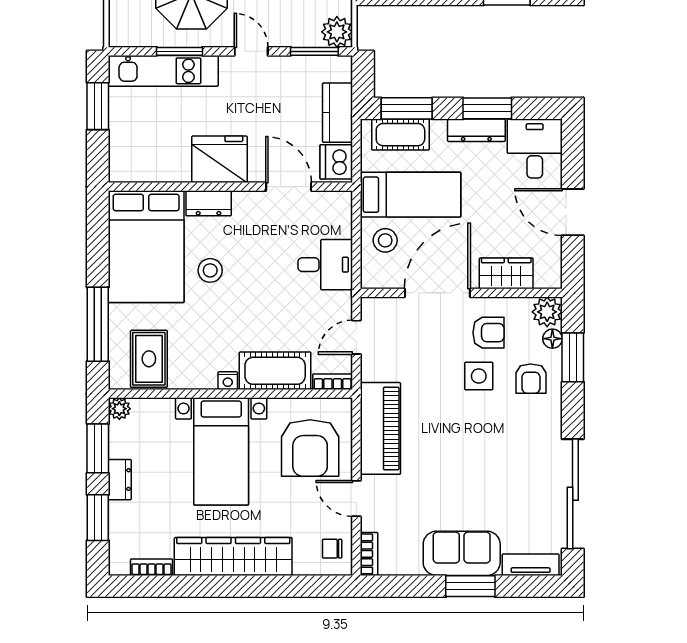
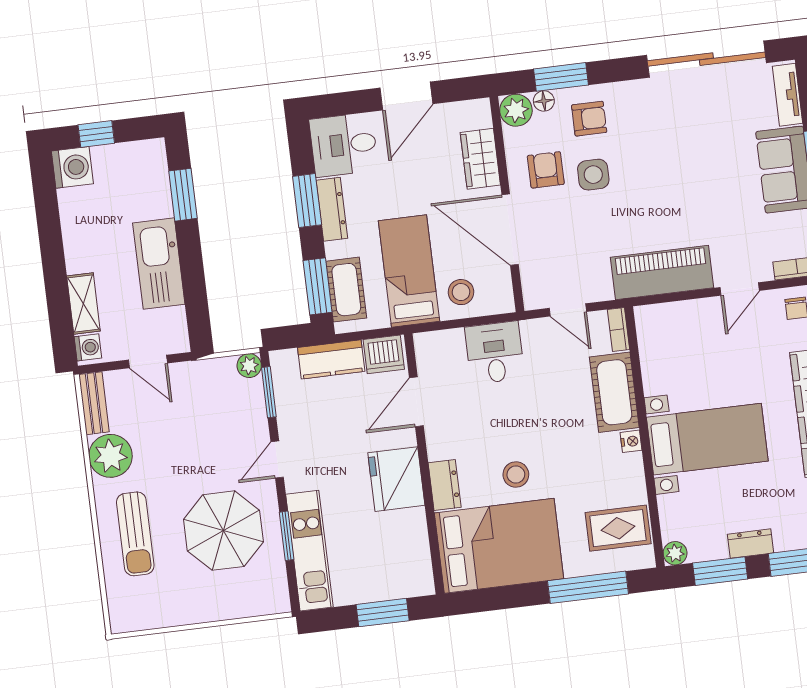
plant: (337, 32) -> (249, 366), width x0.73, depth x0.73
window: (98, 106) -> (383, 613), moved
armchair: (310, 448) -> (692, 345), removed

